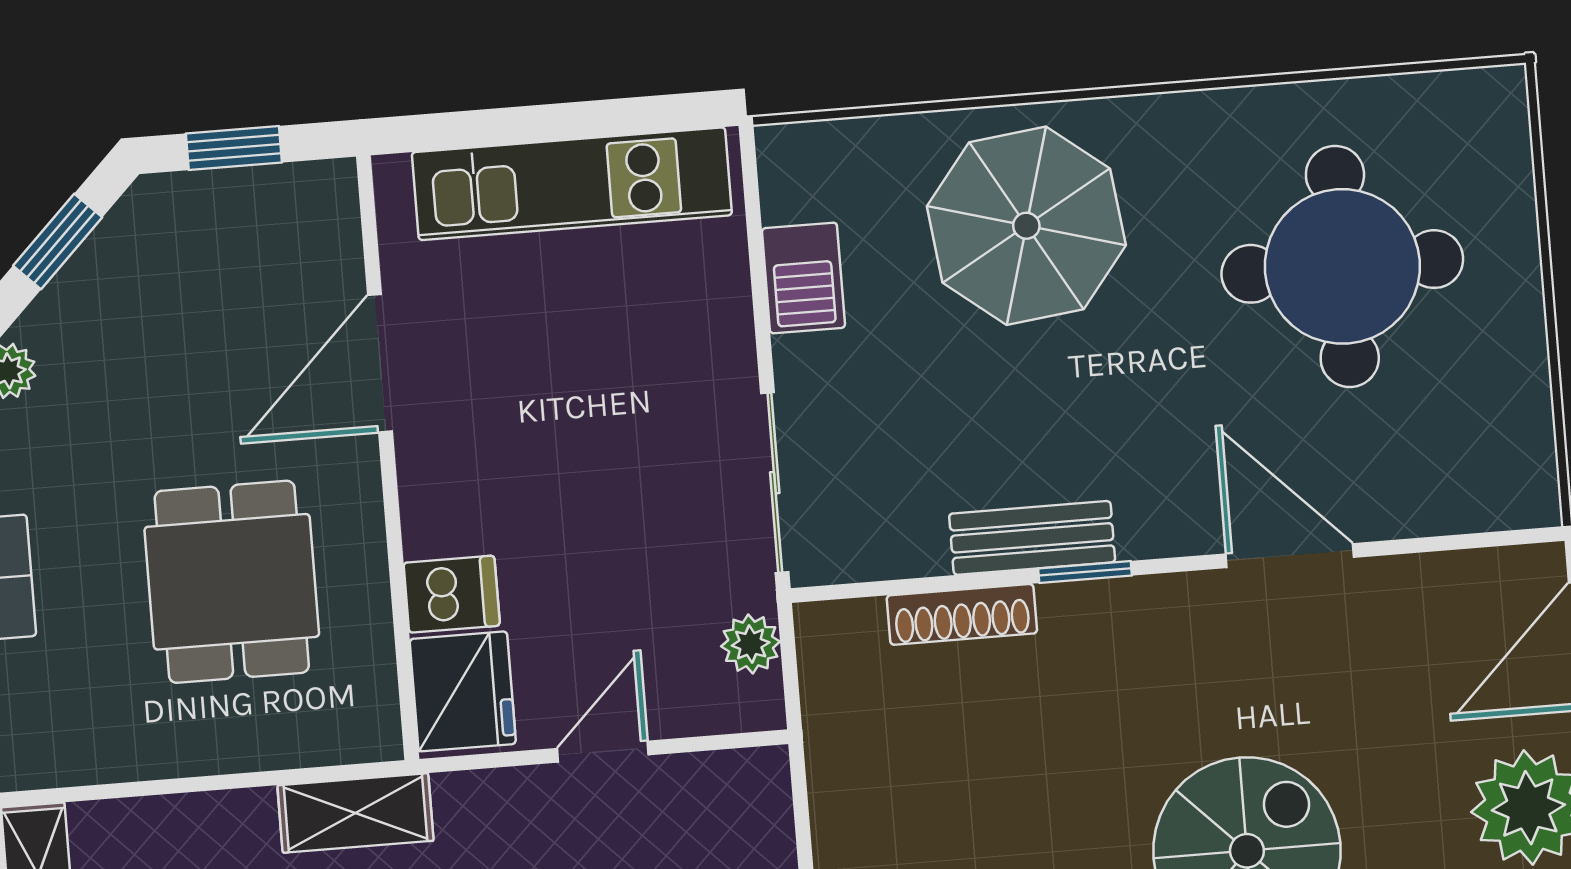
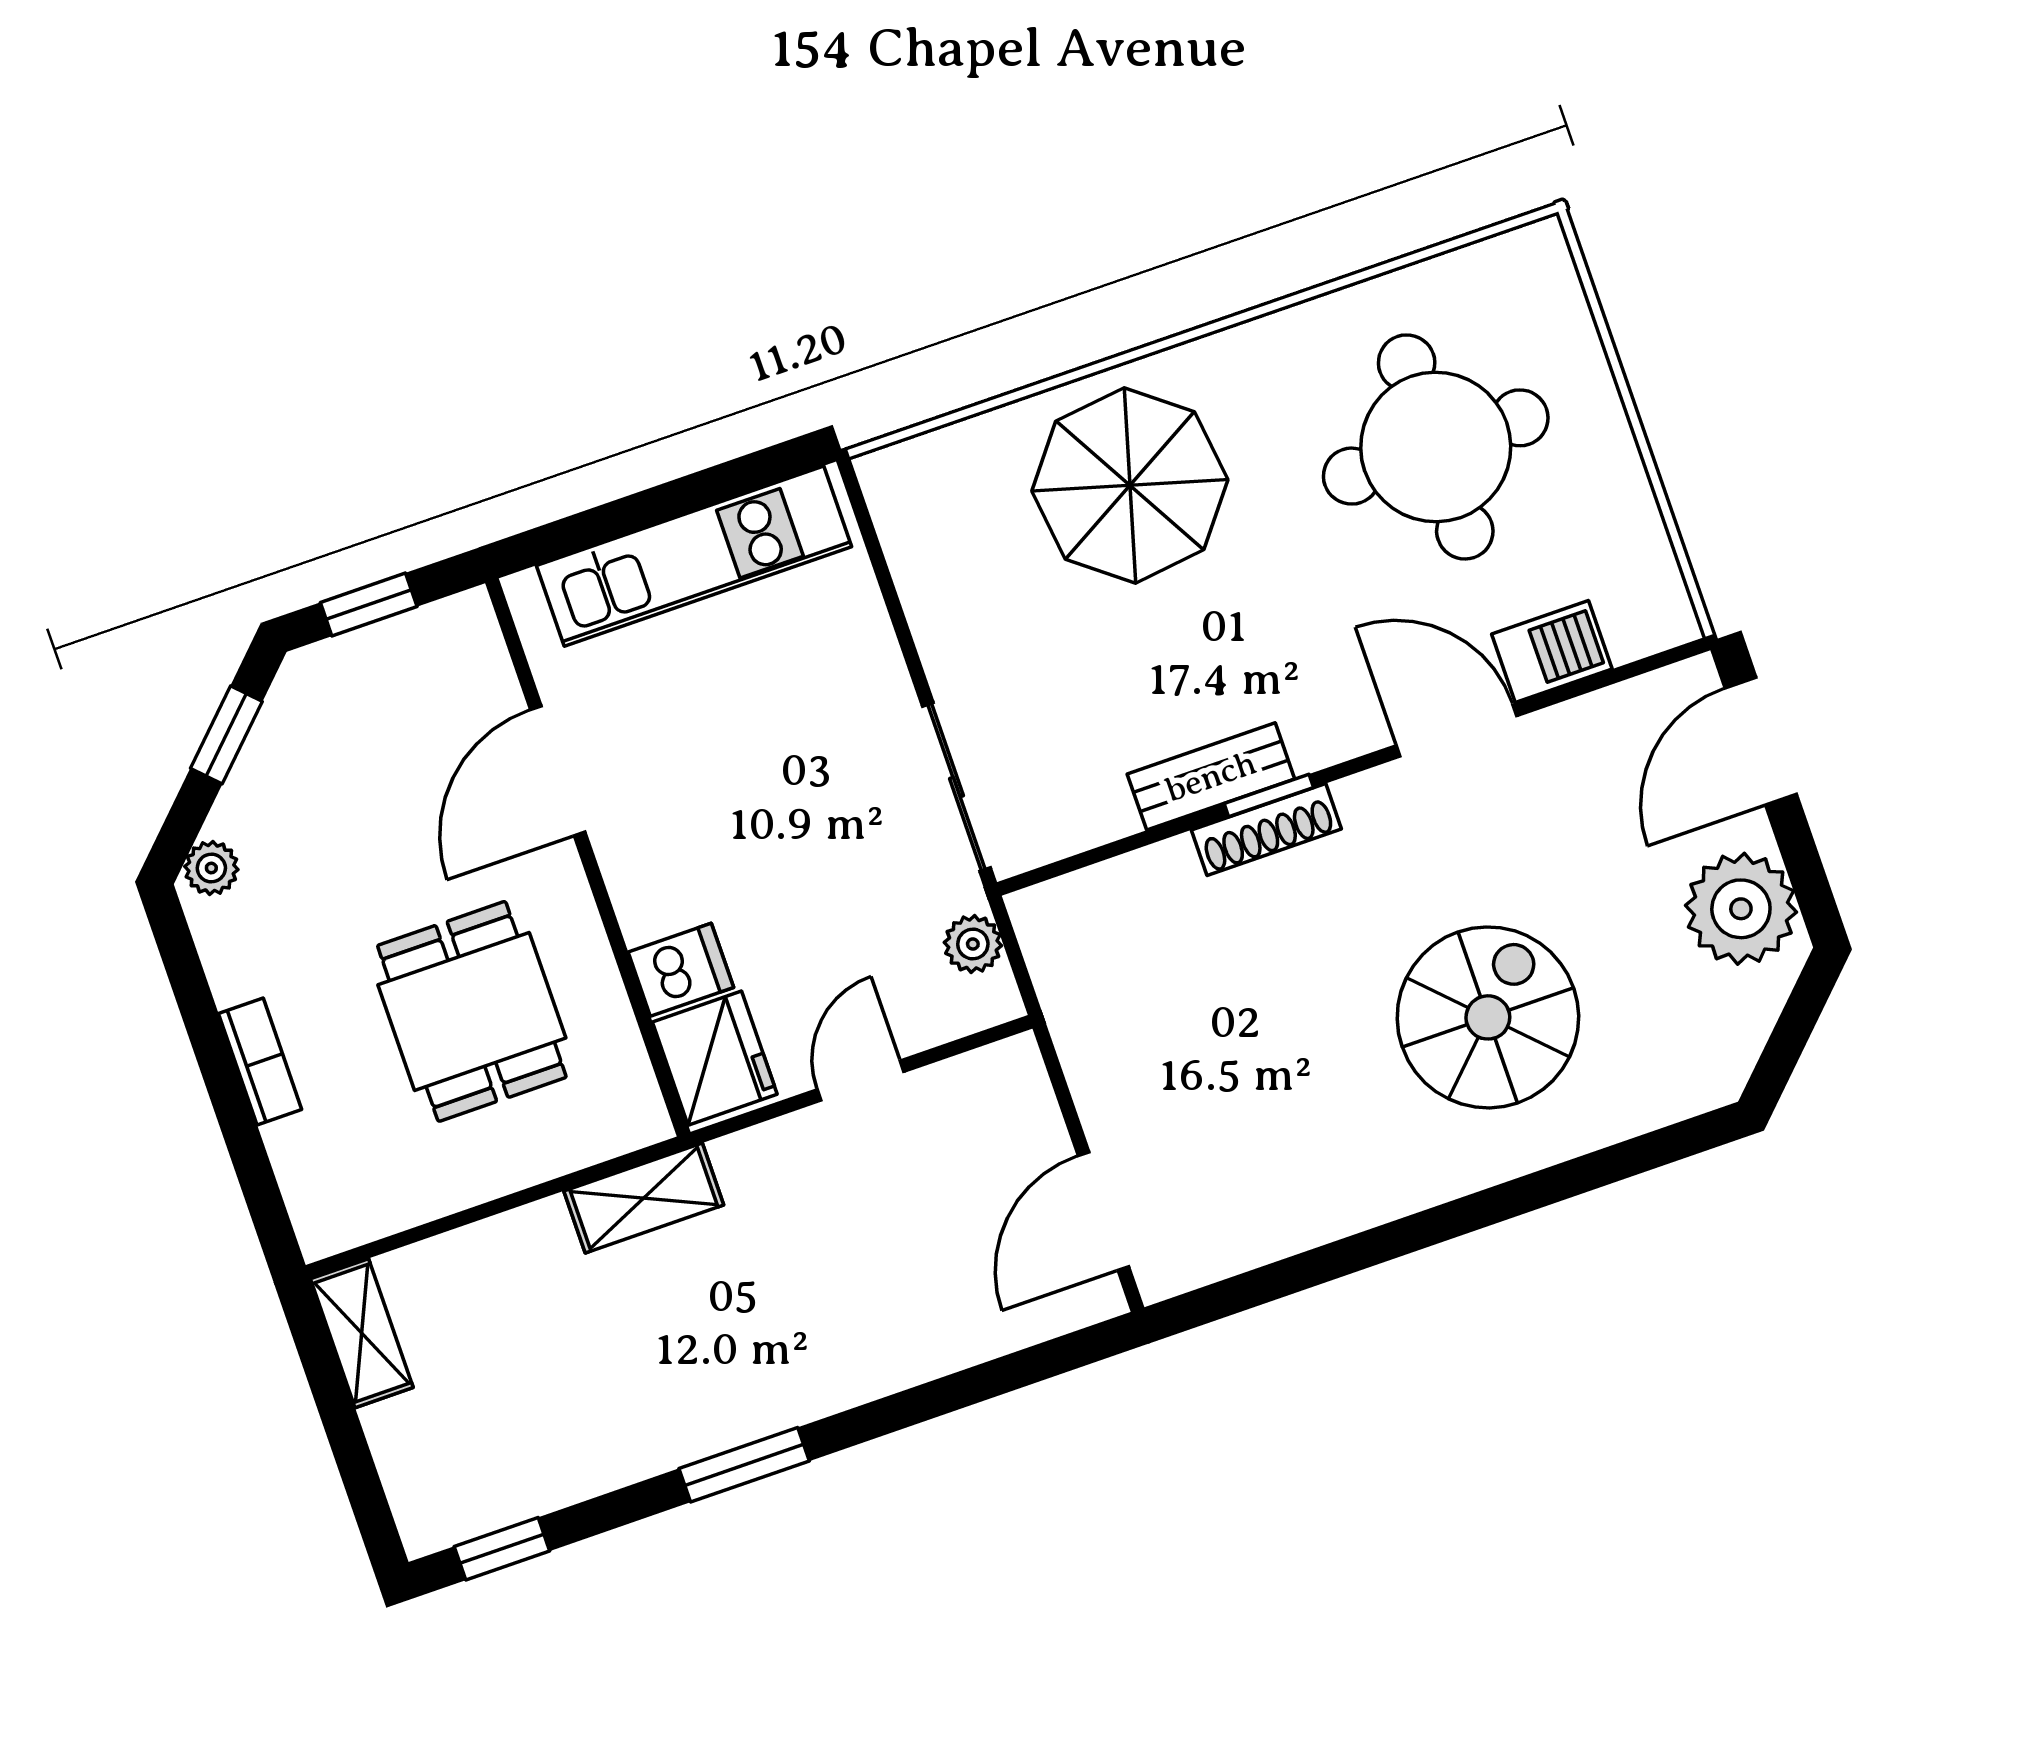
barbecue: (803, 278) -> (1552, 651), moved, turned -90
shoe rack: (962, 614) -> (1266, 830), moved

